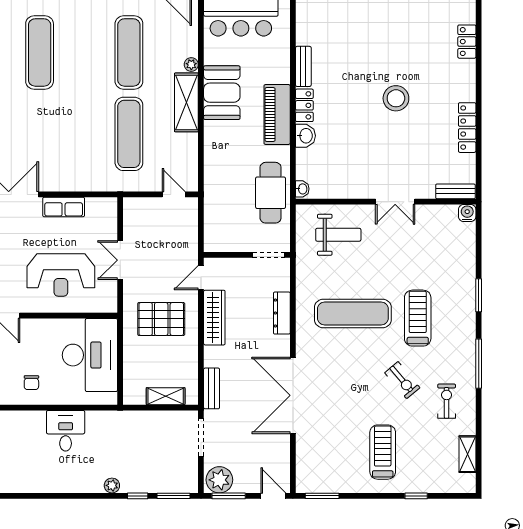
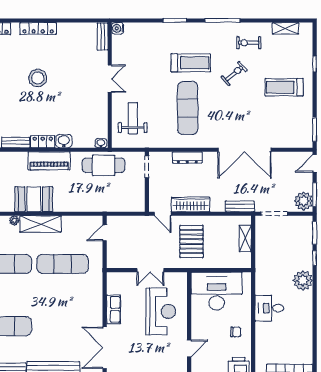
locker: (467, 128) -> (38, 28), moved
treadmill: (418, 318) -> (191, 63), turned 180
plant: (112, 485) -> (303, 280), width x1.87, depth x1.87

